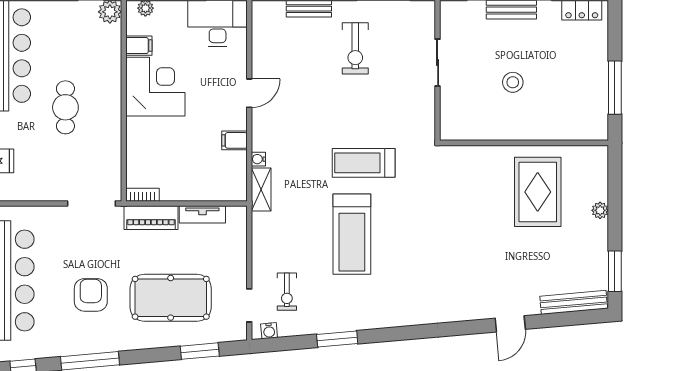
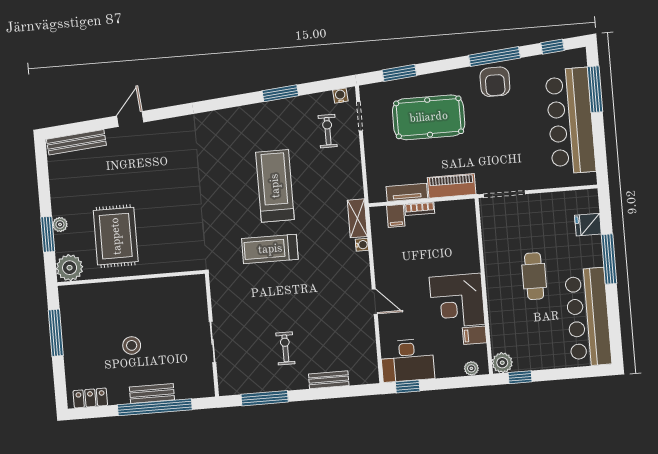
exercise bike: (355, 48) -> (285, 348), width x0.73, depth x0.72
stool: (513, 82) -> (132, 345), moved
door: (249, 93) -> (375, 302), swing flipped
filing cabinet: (234, 140) -> (396, 216), moved, turned 90
plant: (593, 160) -> (70, 268), added
treadmill: (364, 163) -> (270, 249), turned 180
bookcase: (143, 195) -> (420, 209), moved
window: (615, 271) -> (48, 234), moved
armchair: (91, 295) -> (495, 82), moved

